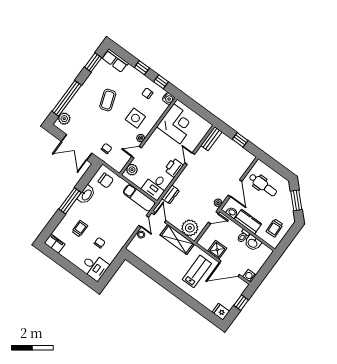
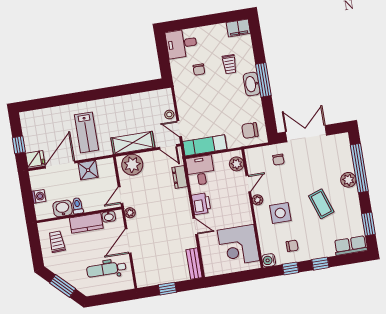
plant: (64, 119) -> (348, 180), moved
door: (235, 188) -> (128, 241), hinge flipped
washbasin: (86, 195) -> (252, 84), moved
washing machine: (249, 276) -> (39, 196), moved
fridge: (221, 312) -> (35, 159), moved

